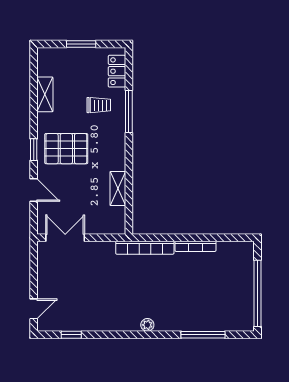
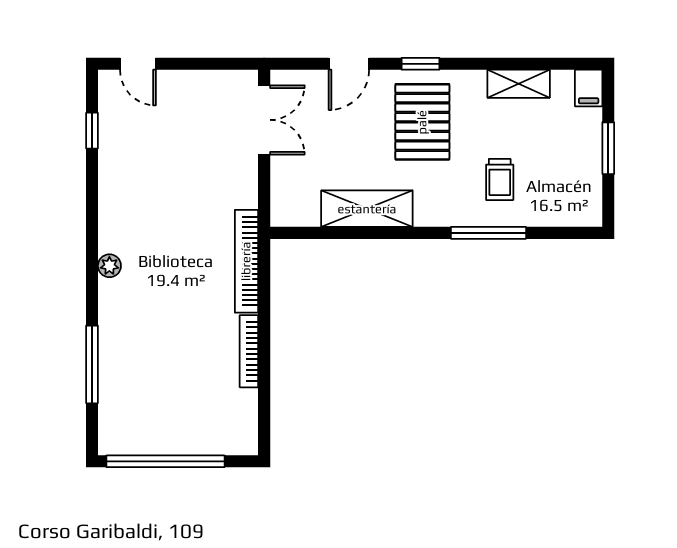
filing cabinet: (47, 55) -> (589, 88), added
locker: (117, 71) -> (560, 212), removed
shelving: (118, 188) -> (367, 209), width x1.50, depth x1.33

